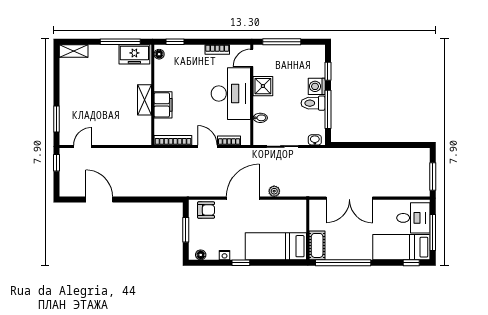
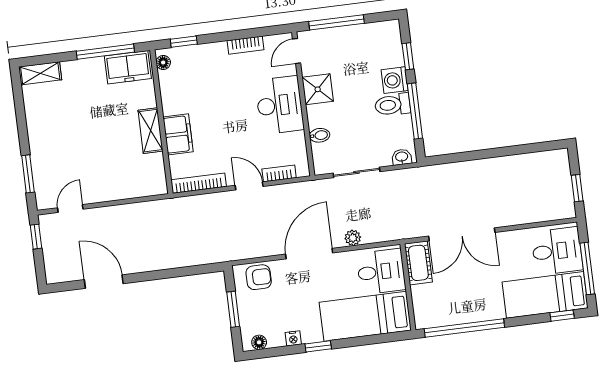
desk: (231, 94) -> (280, 105), width x0.73, depth x0.77
window: (433, 176) -> (577, 188), width x0.67
desk: (291, 217) -> (381, 272), added
cot: (317, 245) -> (418, 263), moved

